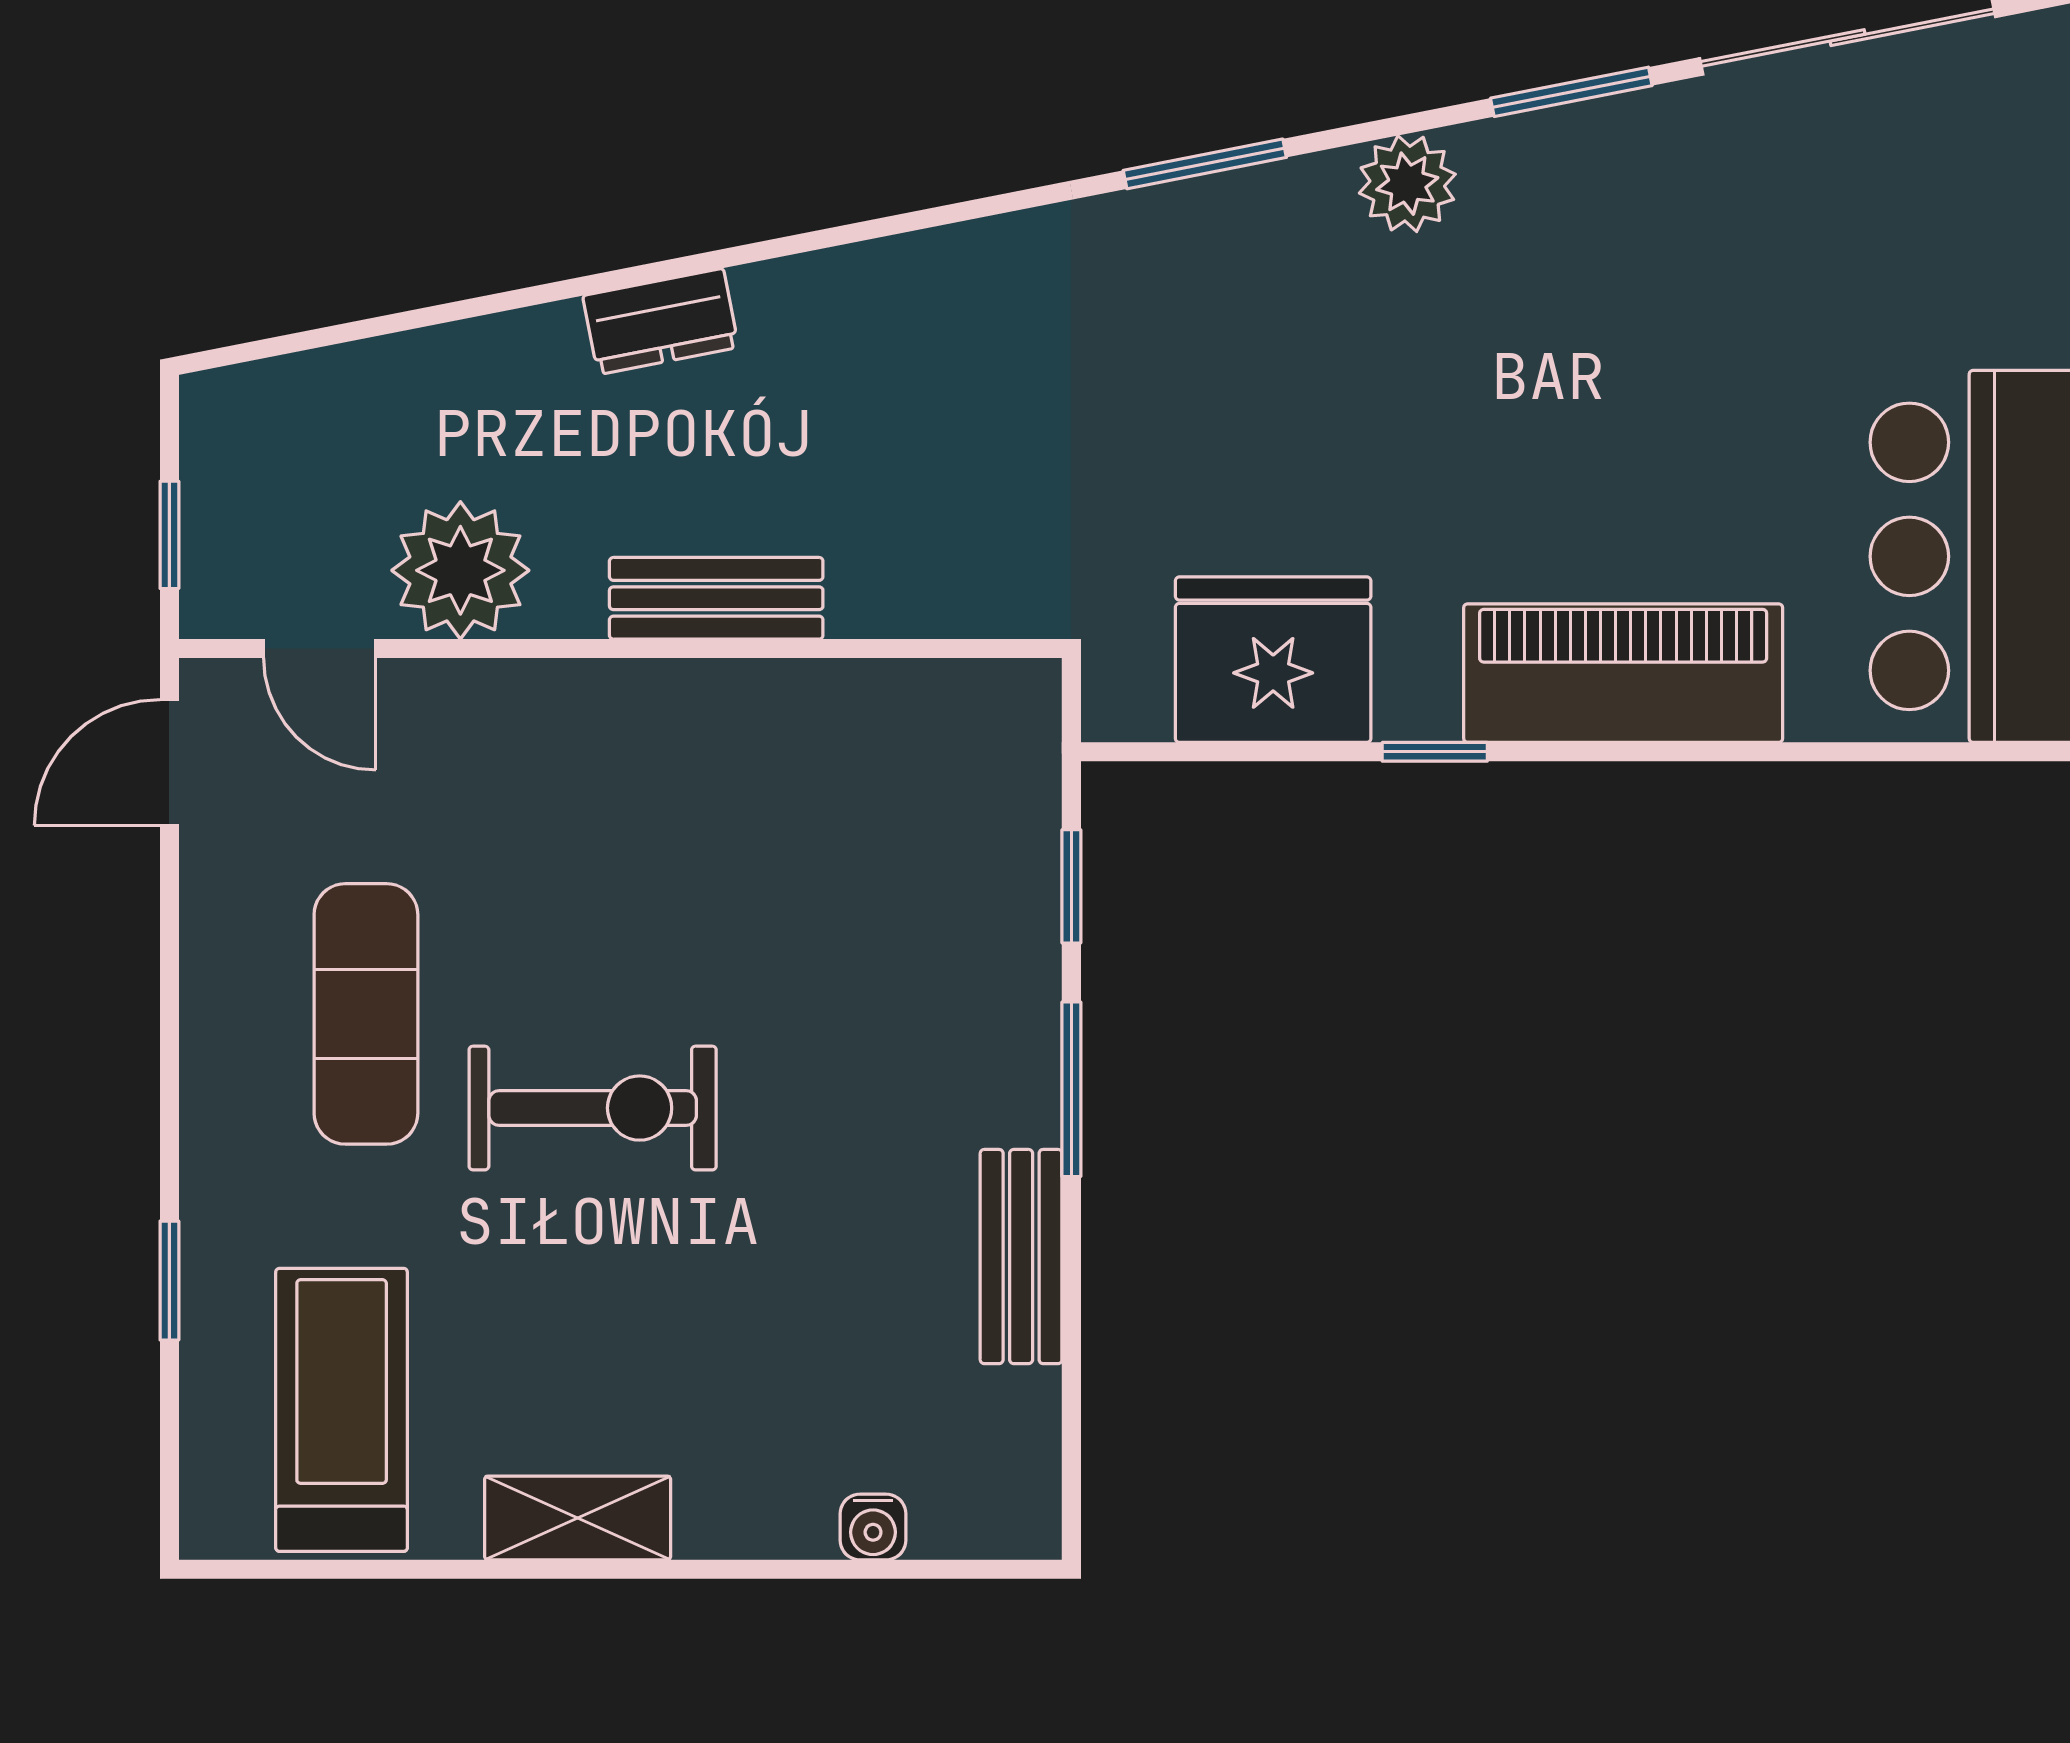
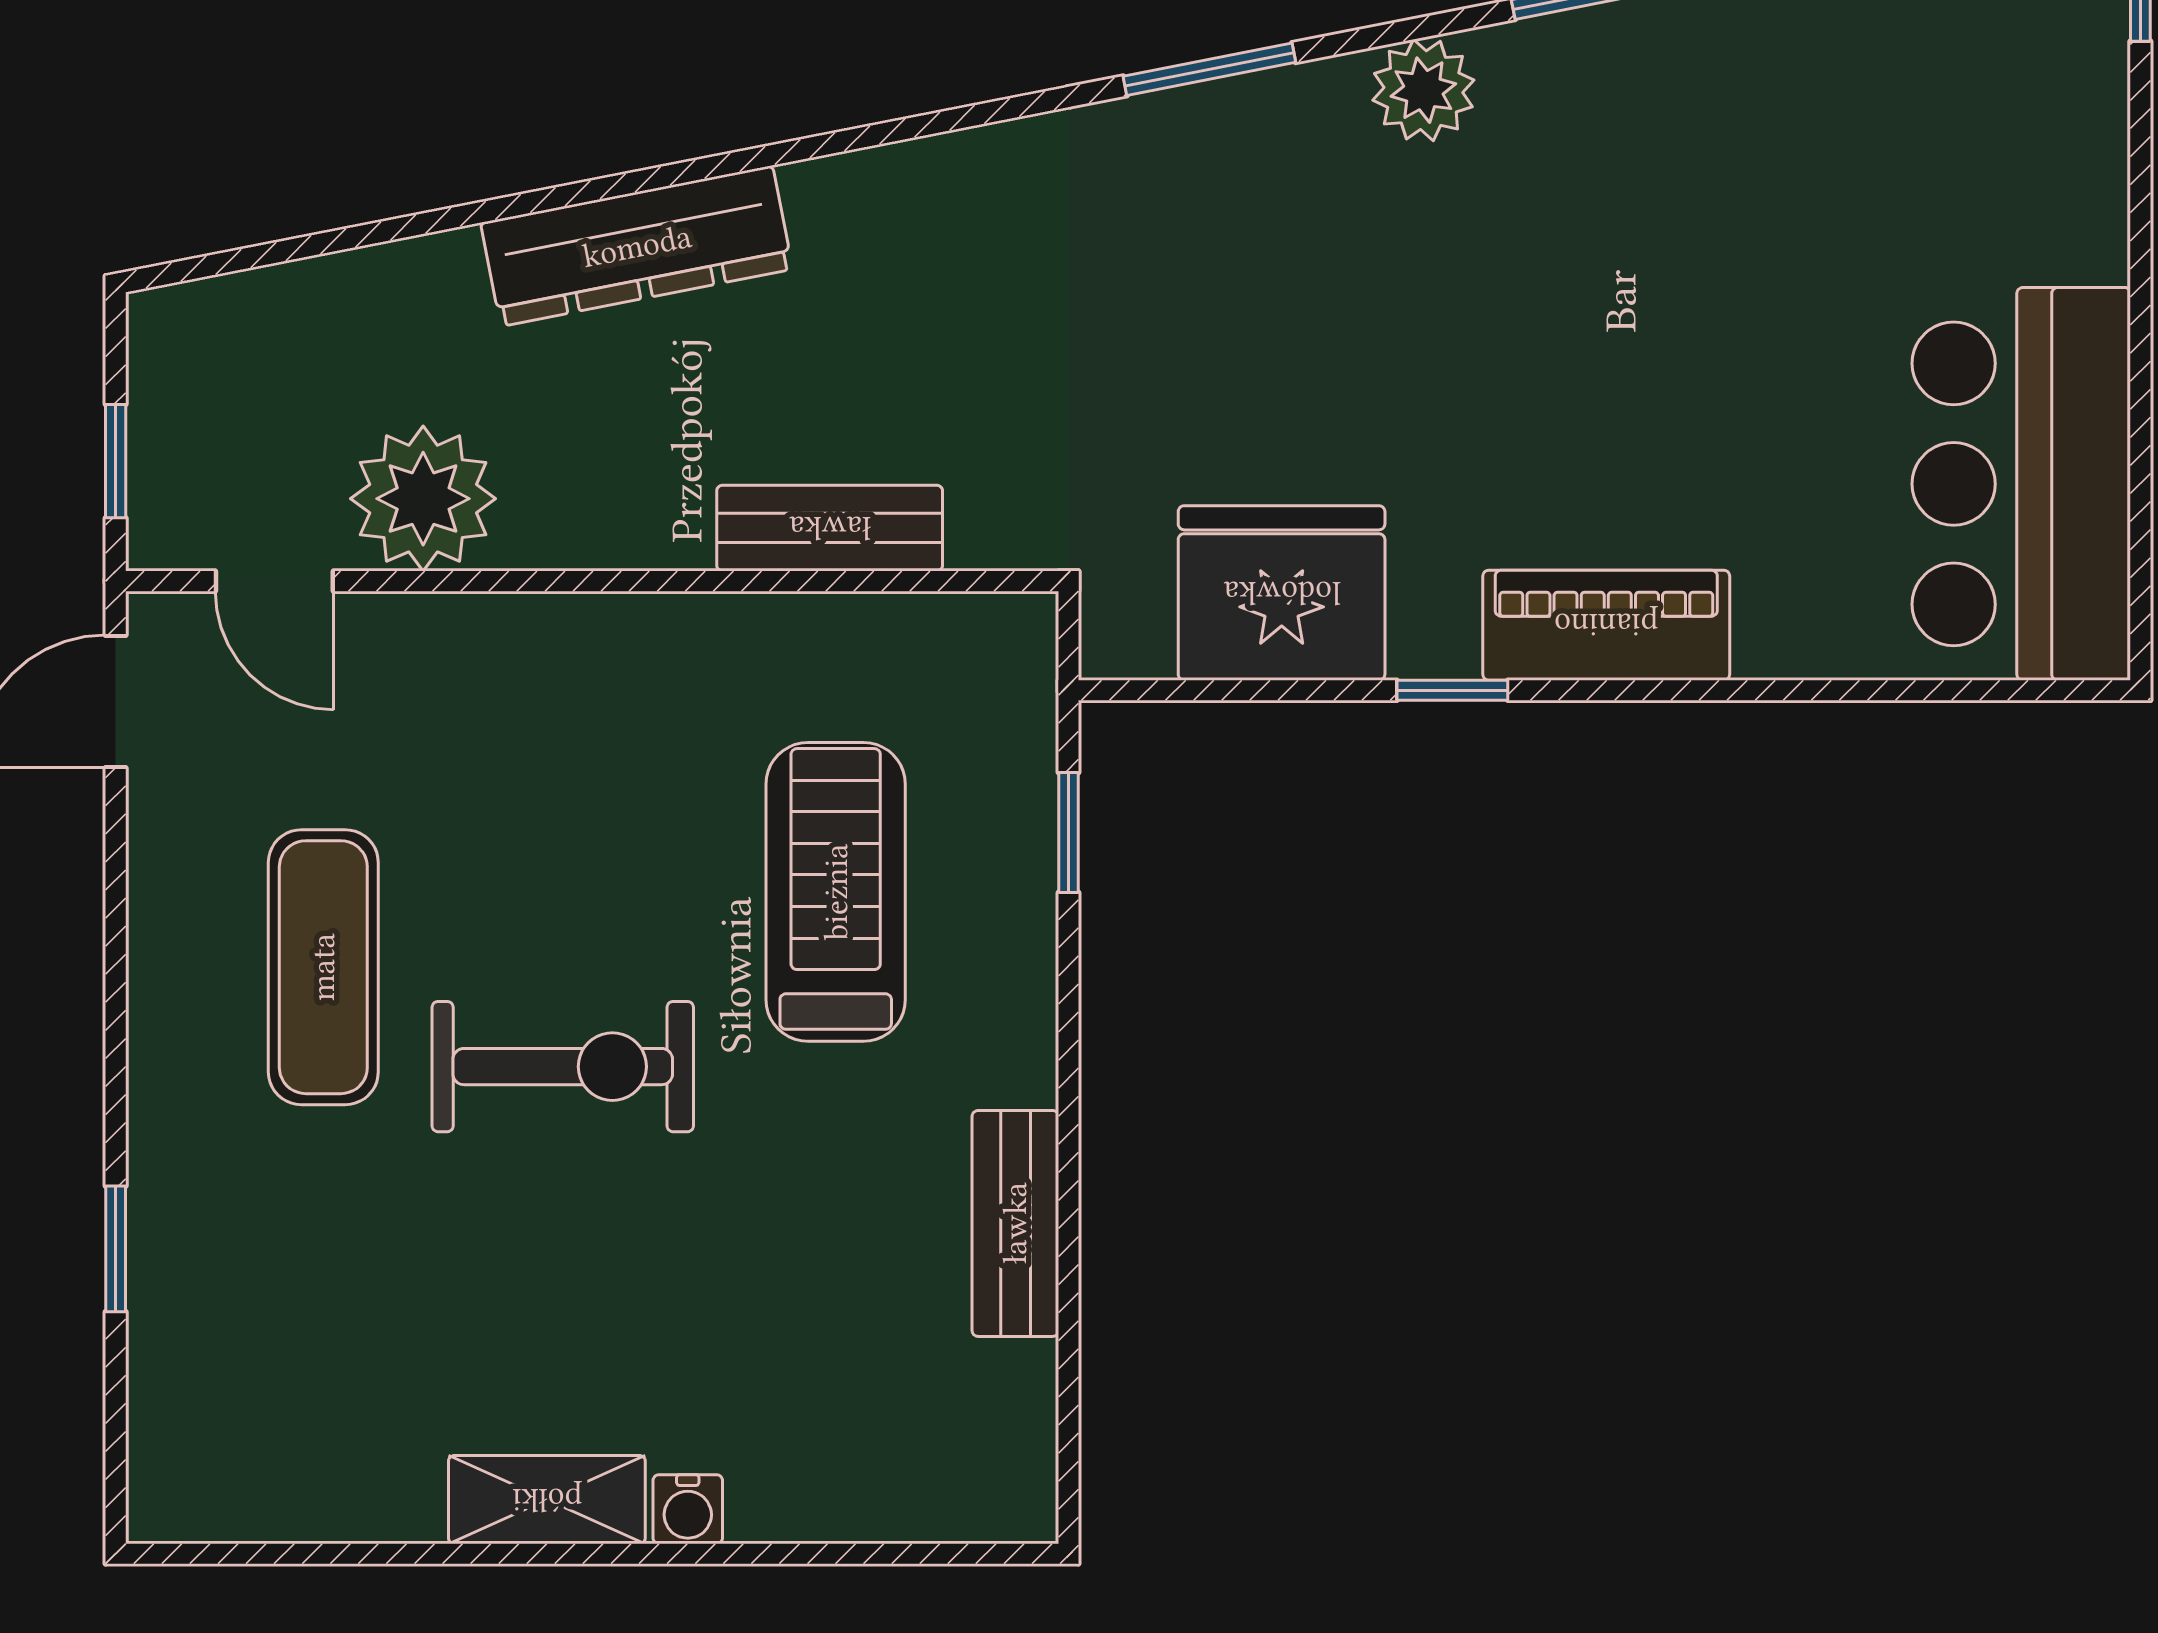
dresser: (661, 321) -> (637, 246), width x1.96, depth x1.24
bench: (716, 598) -> (830, 528), moved
piano: (1623, 673) -> (1606, 625), width x0.73, depth x0.75
window: (1071, 1089) -> (1068, 1047), removed
treadmill: (342, 1410) -> (836, 892), moved
water cooler: (873, 1527) -> (688, 1509), moved

